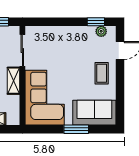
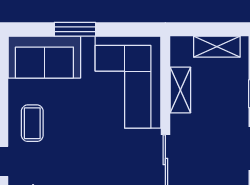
shelving: (13, 81) -> (180, 90), moved

